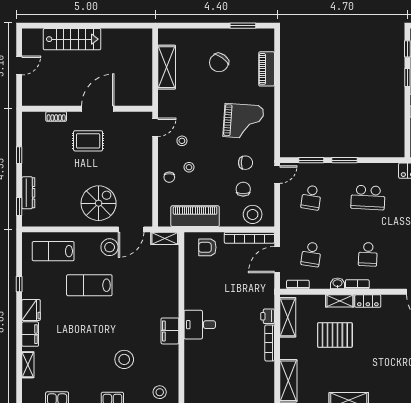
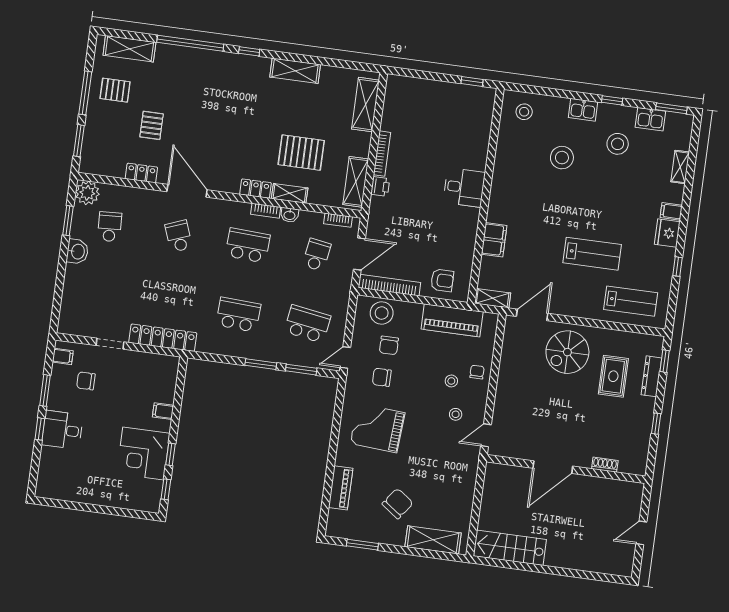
stairs: (72, 39) -> (510, 548), moved
shelving: (167, 67) -> (433, 540), moved, turned 90
rug: (88, 141) -> (613, 376), moved, turned 90
school desk: (311, 198) -> (307, 324), width x1.85
stool: (110, 247) -> (618, 144), moved
school desk: (368, 254) -> (248, 245), width x1.85
filing cabinet: (170, 331) -> (494, 240), moved
filing cabinet: (30, 334) -> (671, 211), width x0.50

